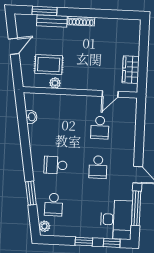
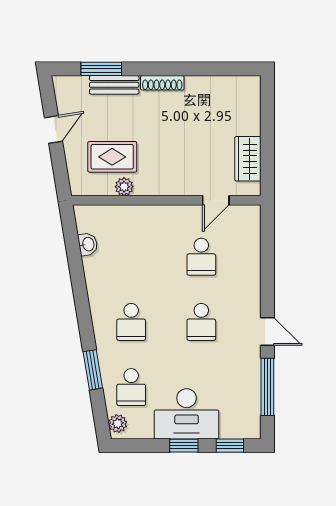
school desk: (55, 165) -> (131, 322), turned -90
desk: (116, 220) -> (187, 414), moved, turned 90

